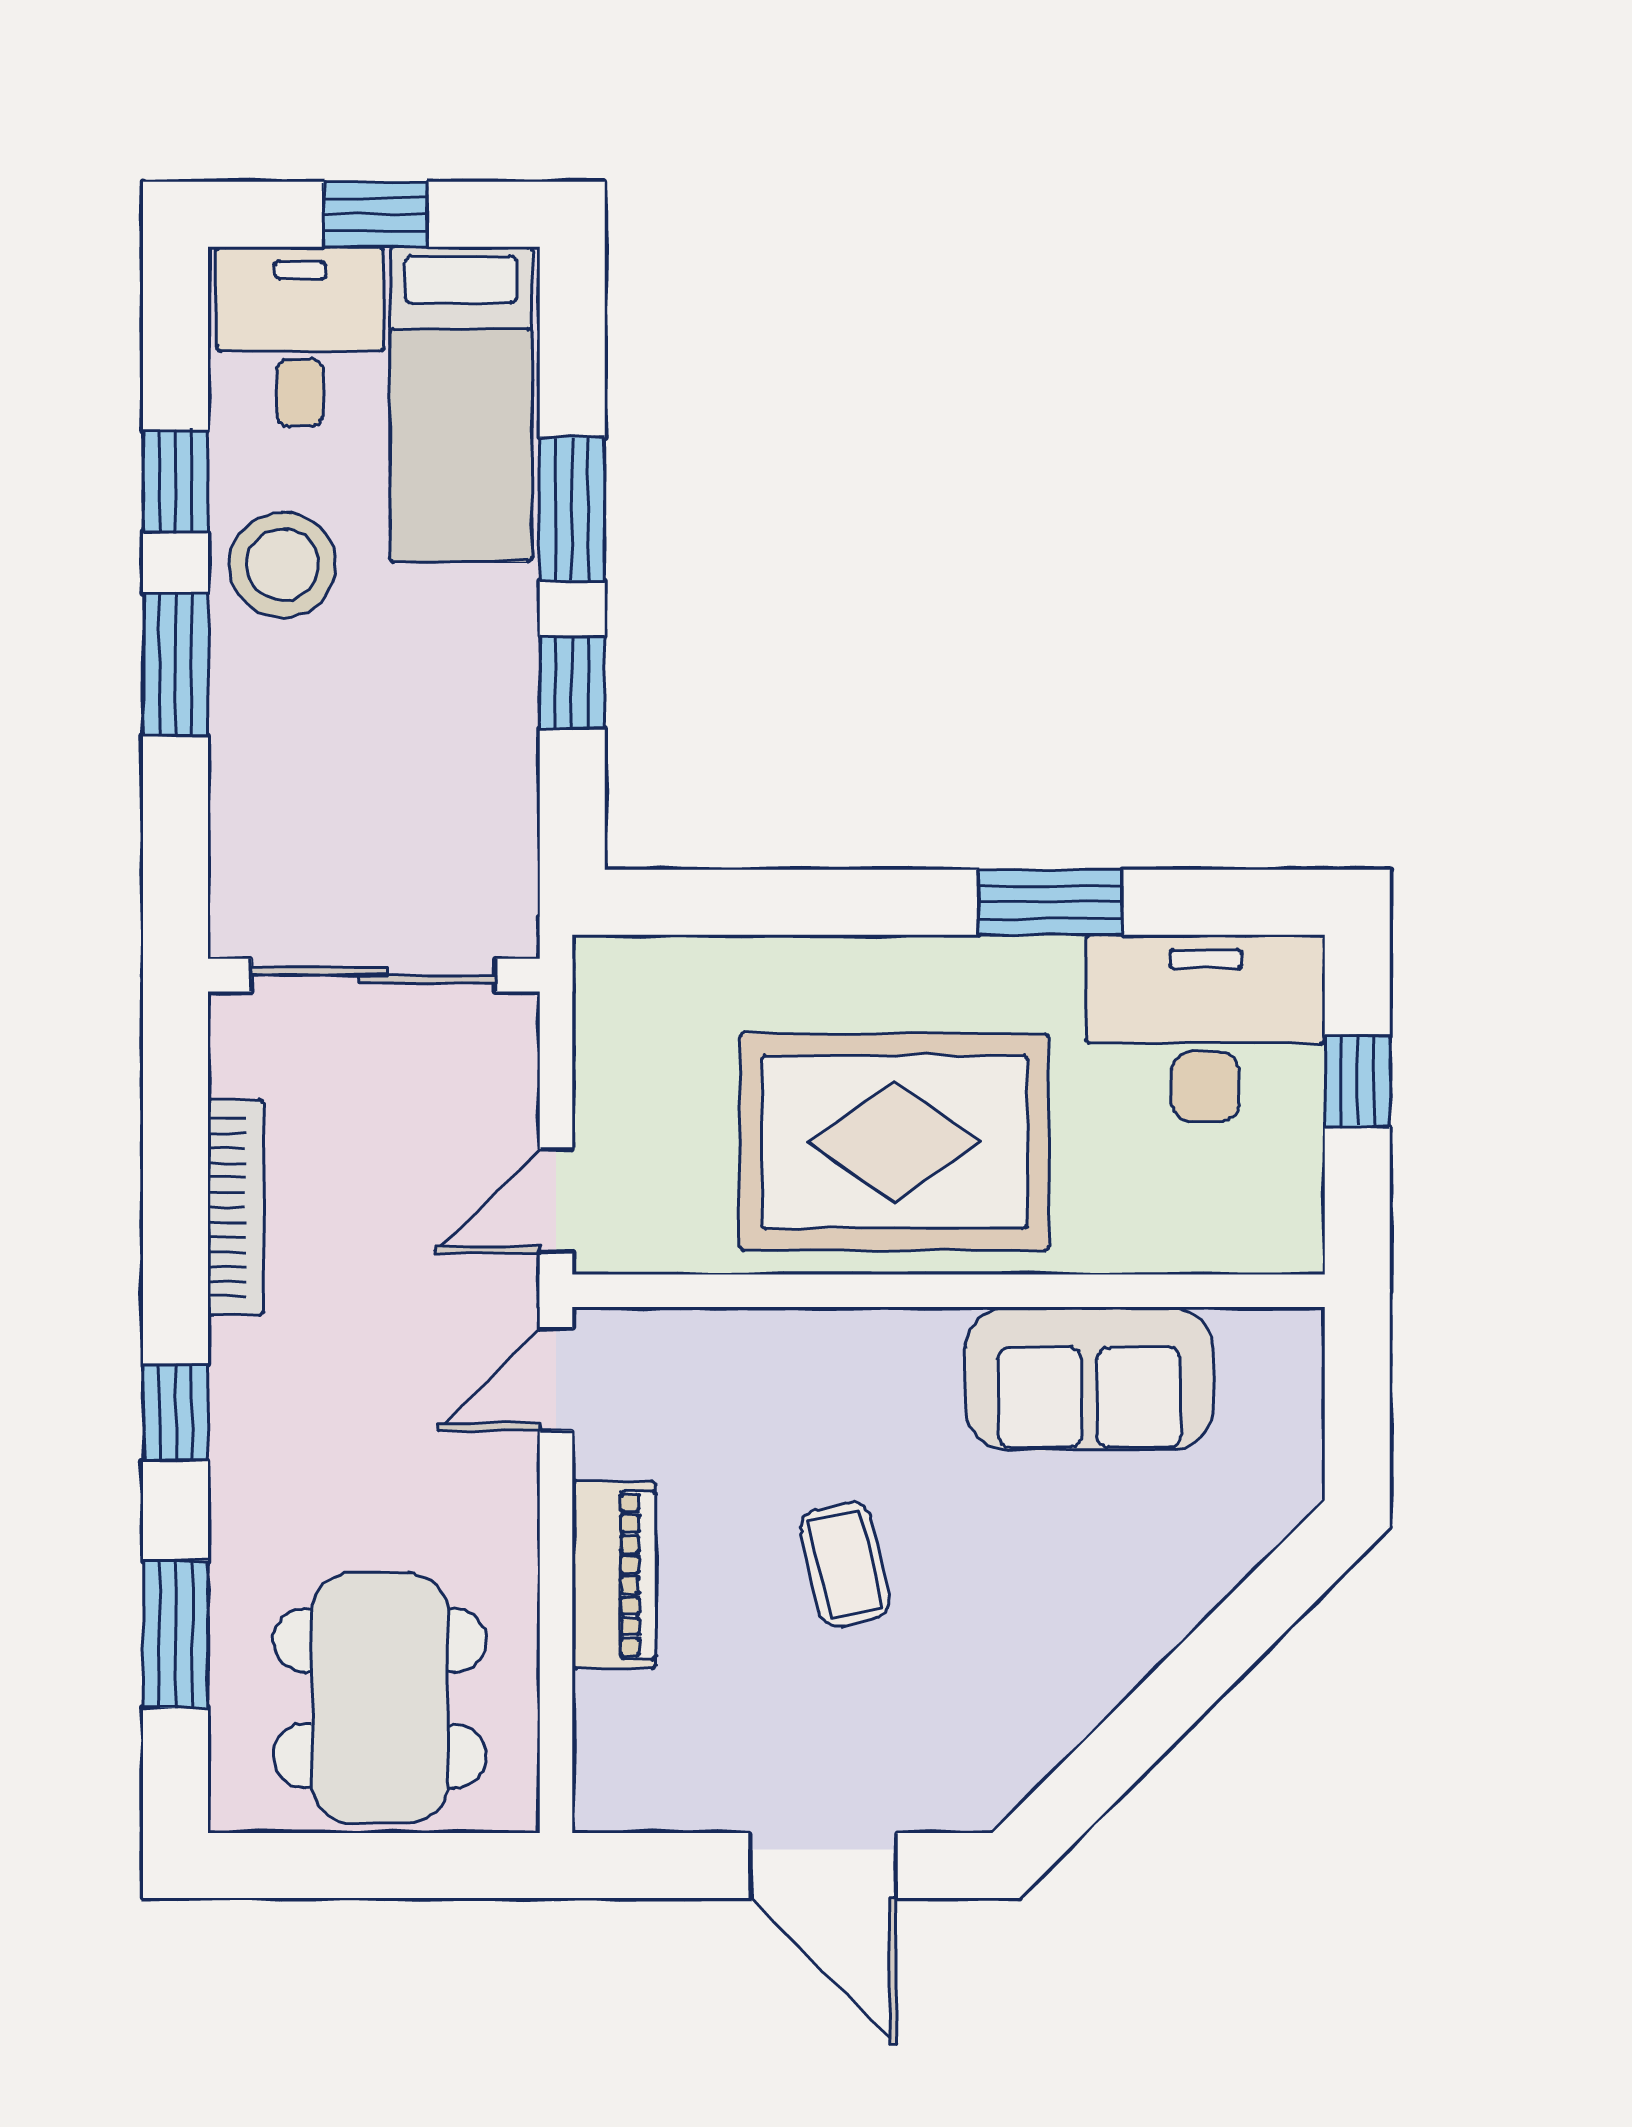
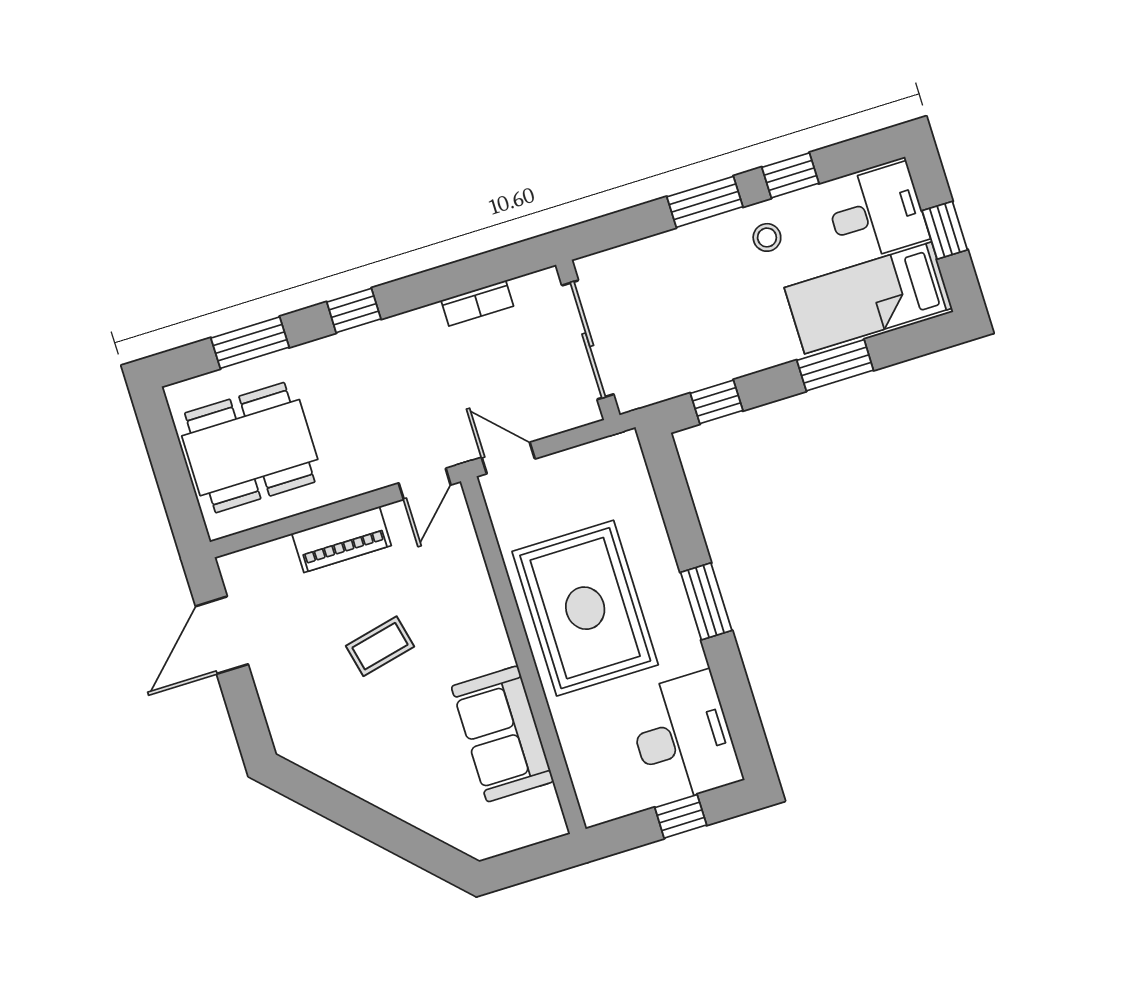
stool: (282, 565) -> (767, 237), width x0.53, depth x0.53
window: (572, 682) -> (717, 402), moved
window: (1050, 902) -> (706, 601), moved
bookcase: (236, 1207) -> (477, 303), width x0.64
door: (556, 1380) -> (425, 484), swing flipped
door: (823, 1865) -> (222, 635), moved

